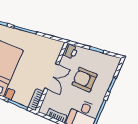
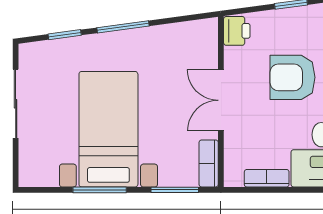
double door: (52, 76) -> (221, 100), swing flipped

